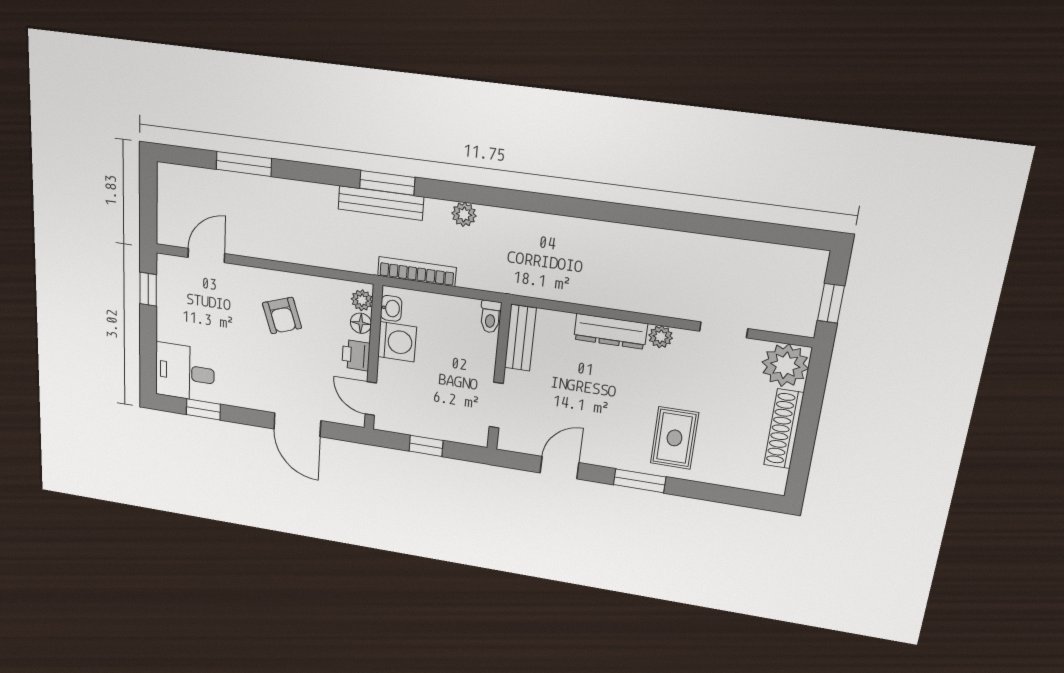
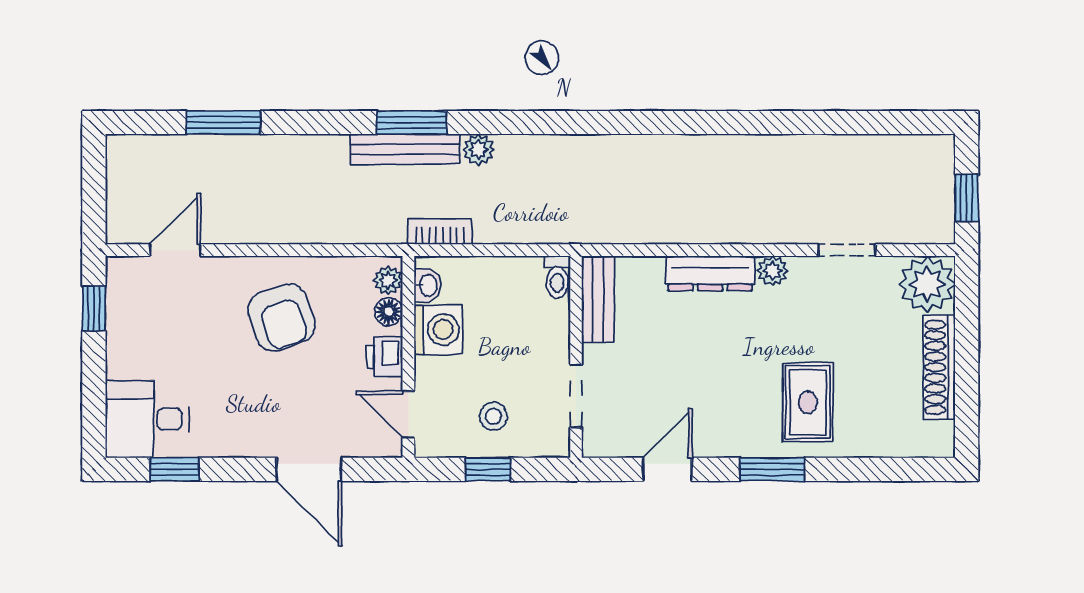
plant: (464, 214) -> (478, 150), moved
bookcase: (417, 272) -> (440, 232), width x0.64
armchair: (282, 316) -> (281, 317), width x1.38, depth x1.38
stool: (433, 410) -> (493, 416), added

